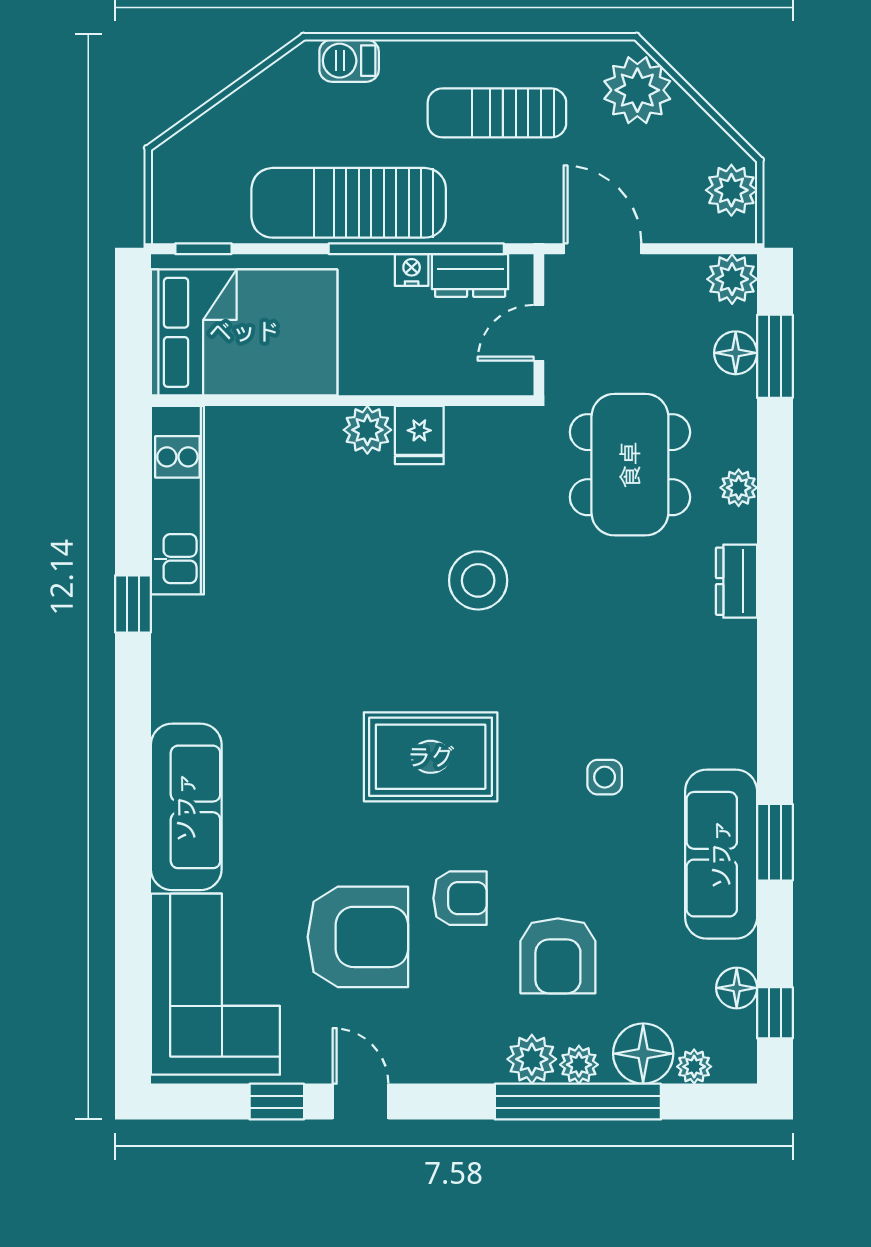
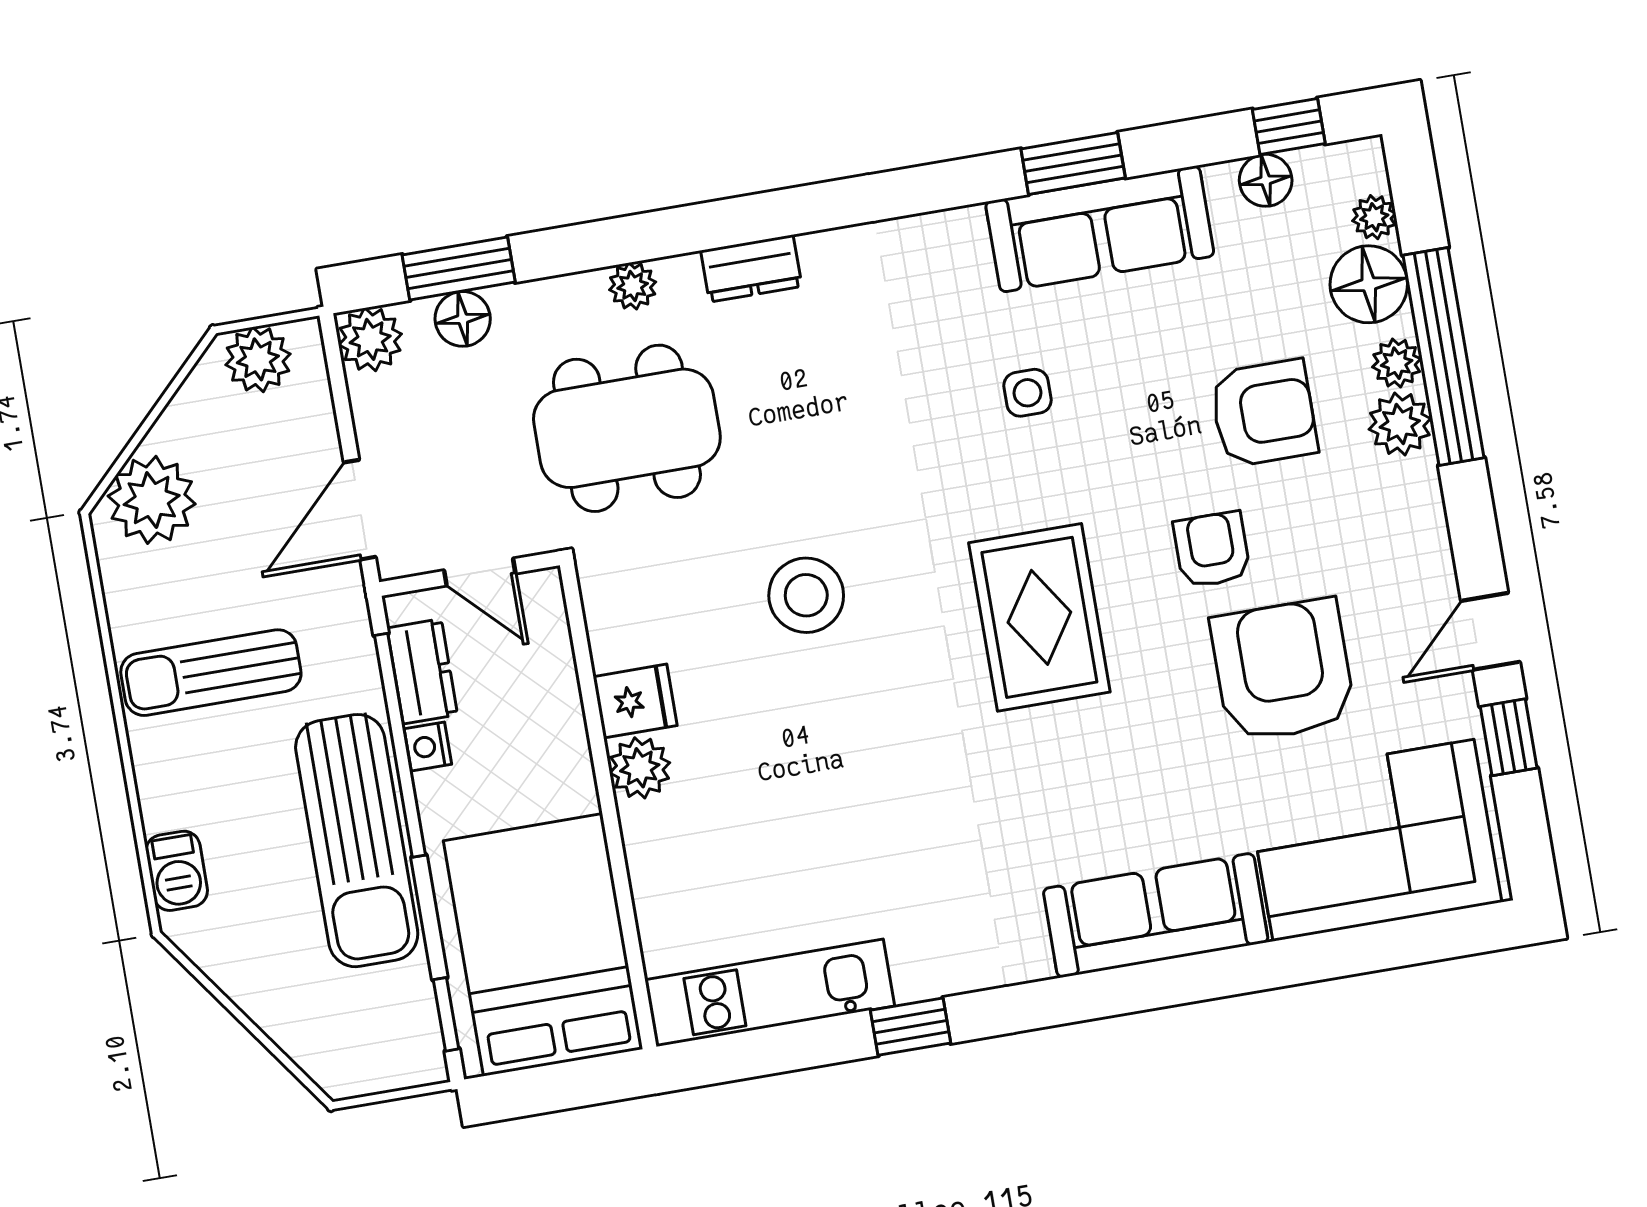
sun lounger: (497, 113) -> (211, 673), turned 90

